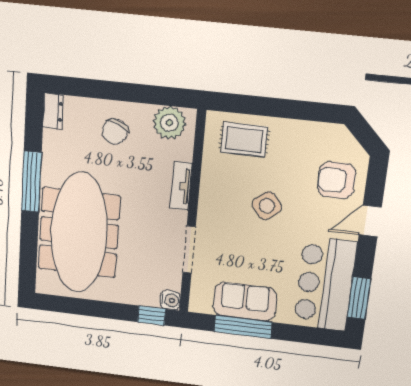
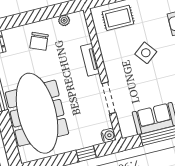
plant: (169, 123) -> (64, 20), width x0.53, depth x0.53
window: (152, 315) -> (86, 154), moved

